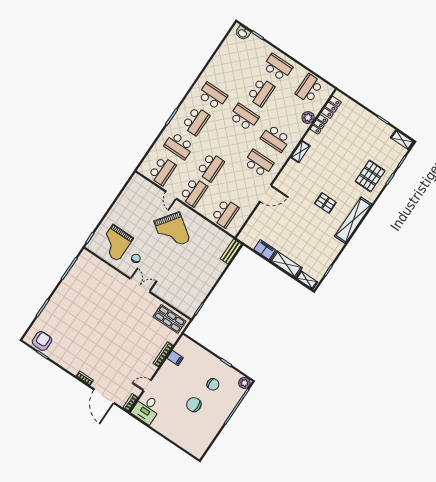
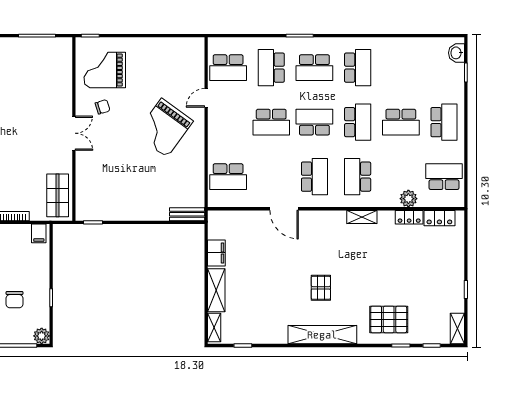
school desk: (194, 192) -> (314, 122), moved, turned 180
filing cabinet: (175, 358) -> (39, 233), moved

